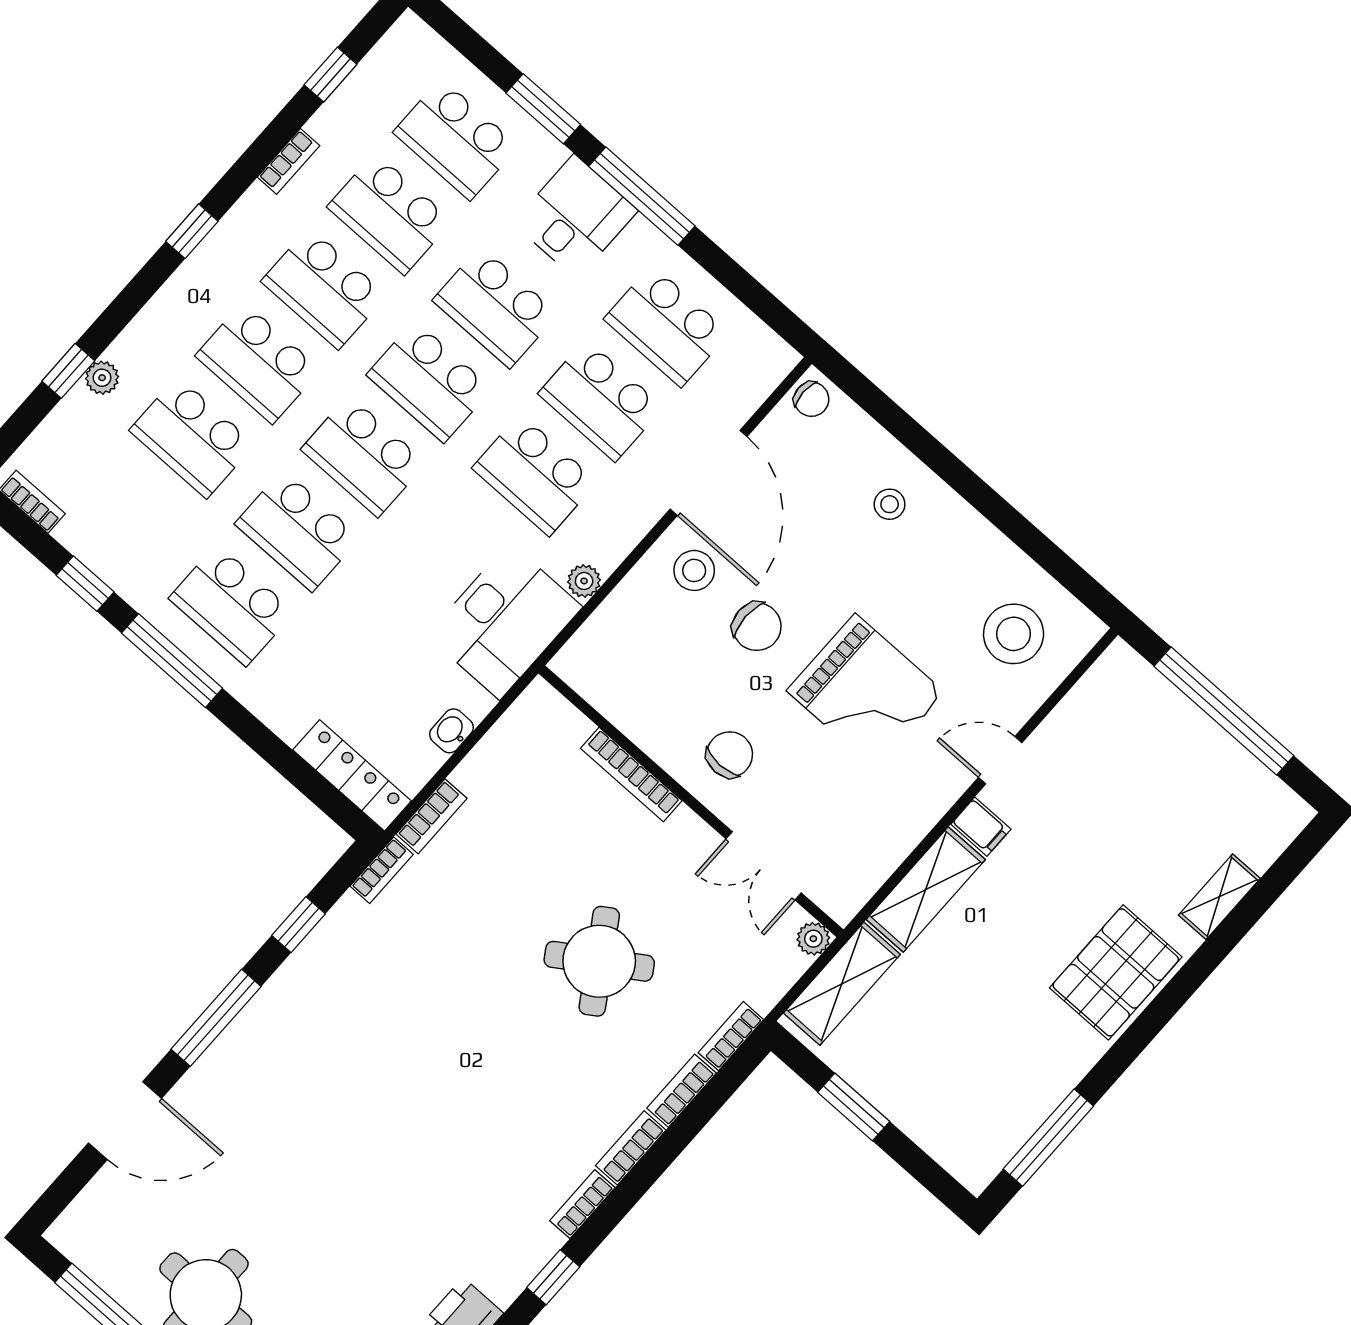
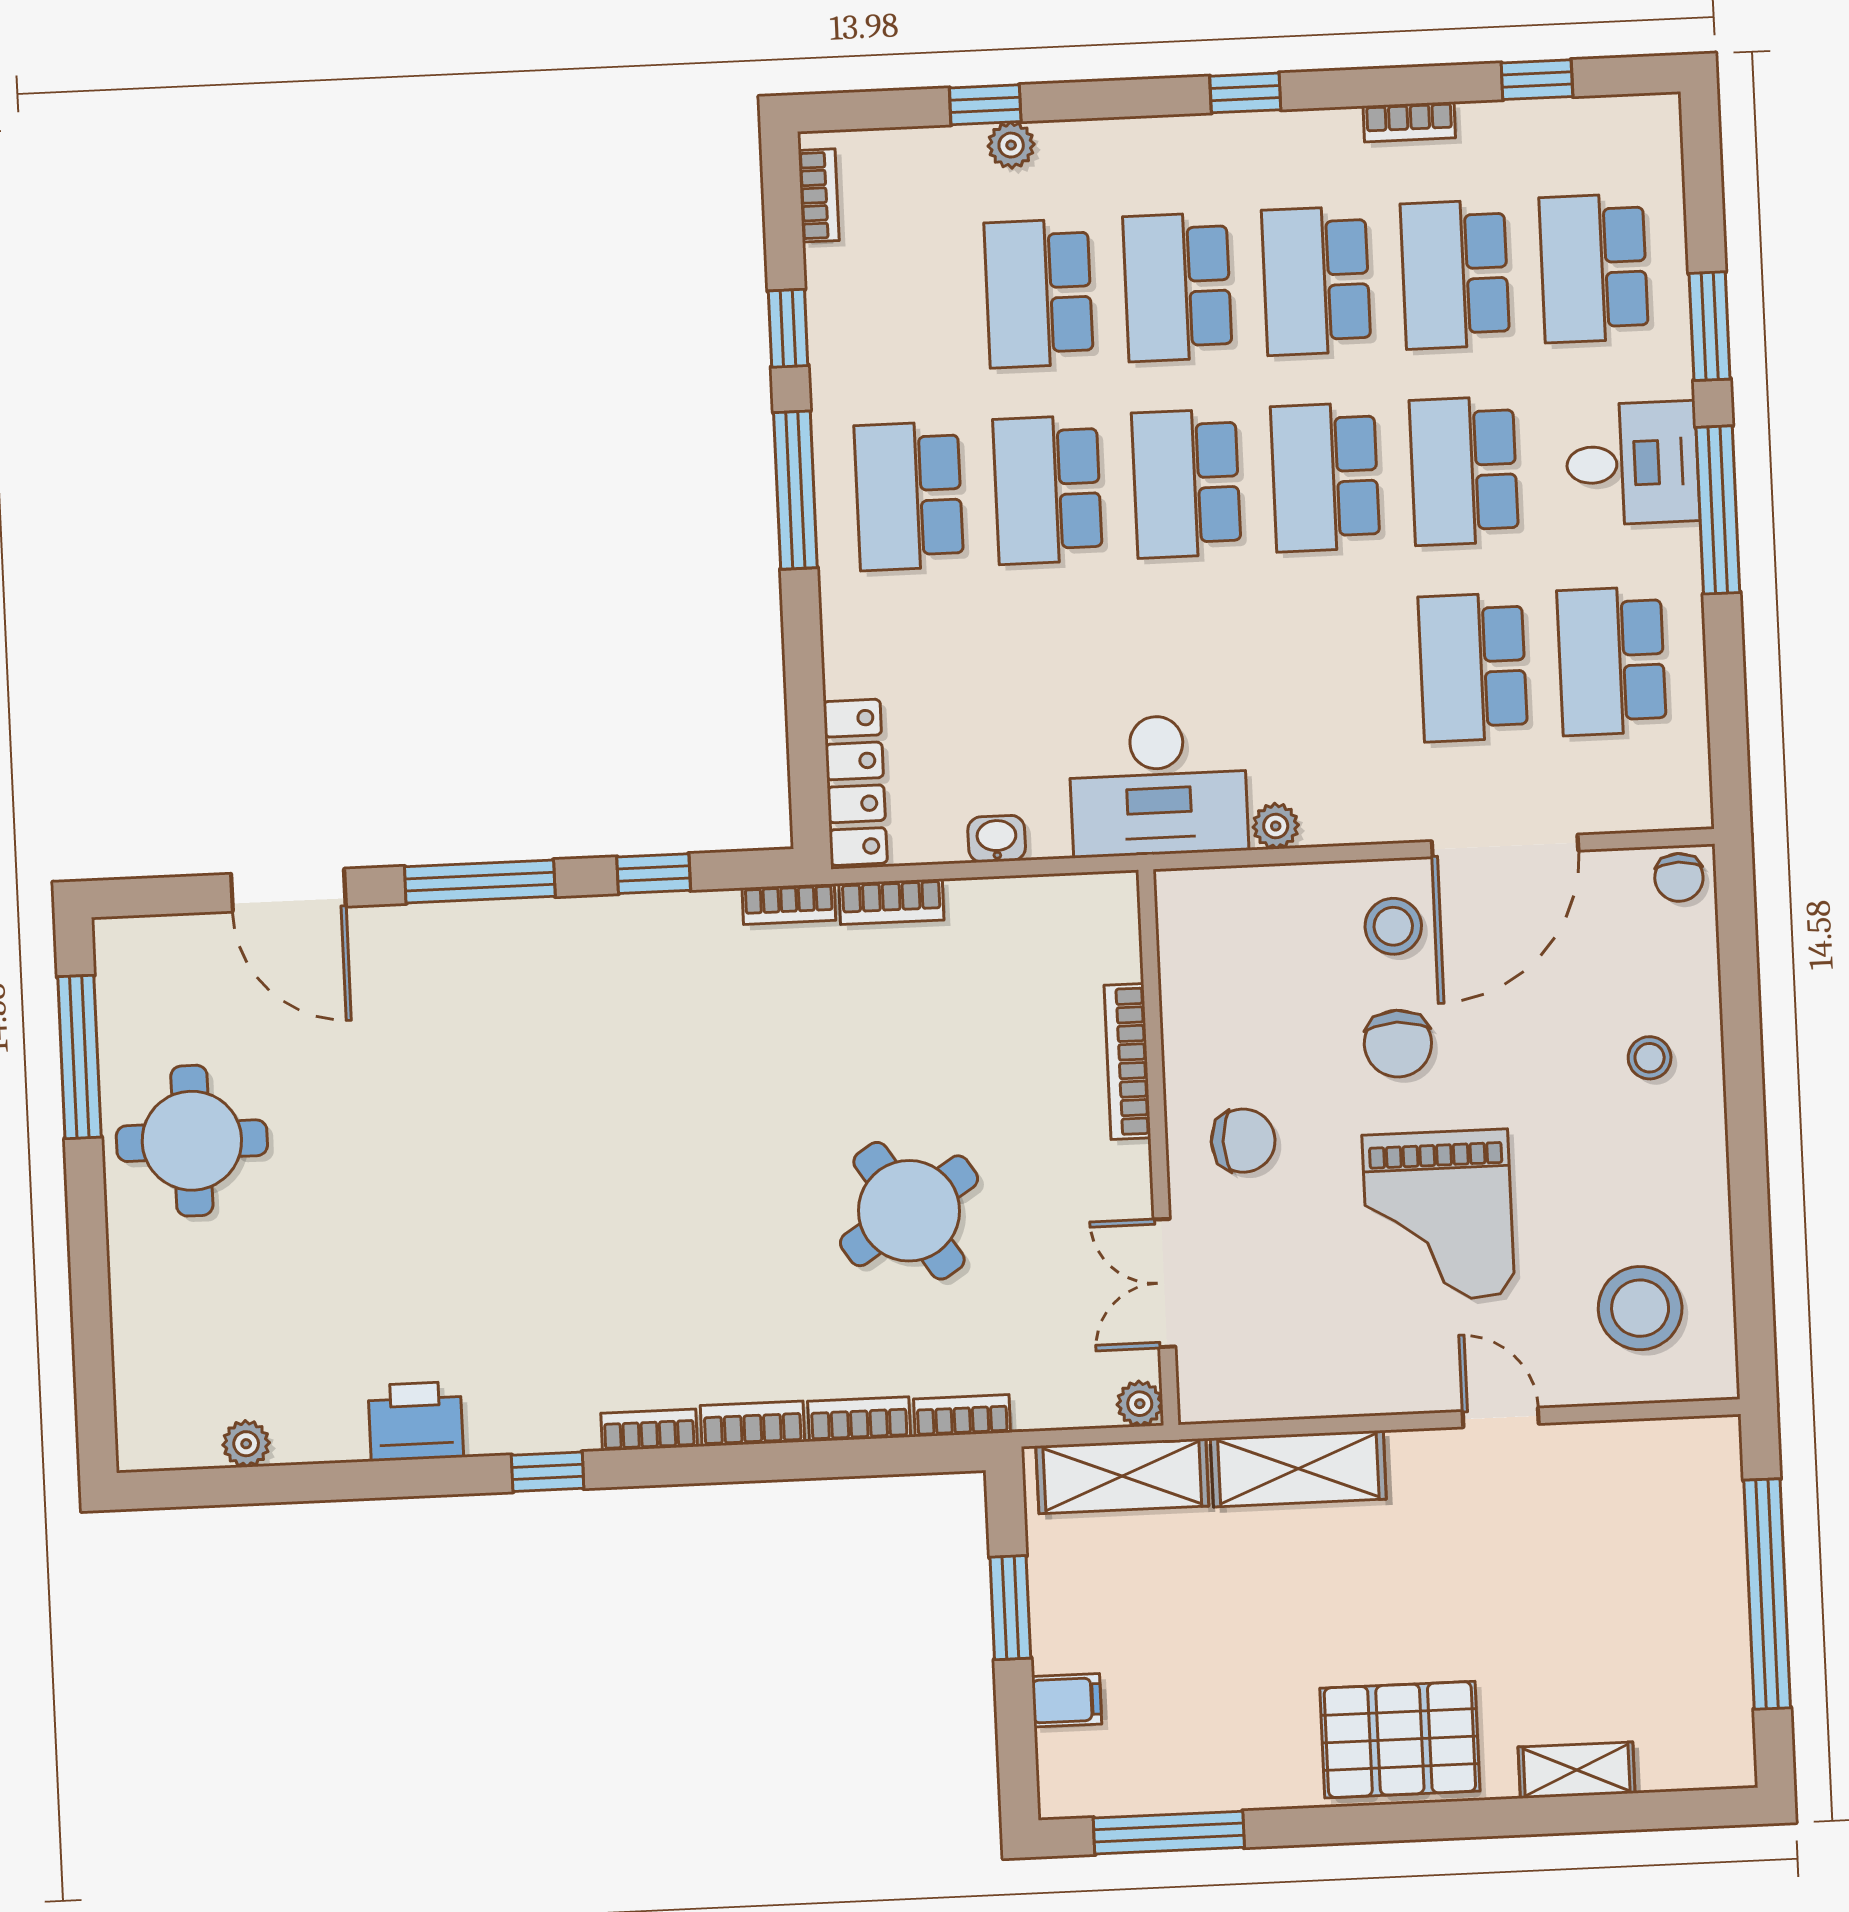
school desk: (535, 475) -> (1334, 674), removed
filing cabinet: (981, 827) -> (1067, 1700), moved, turned -90

